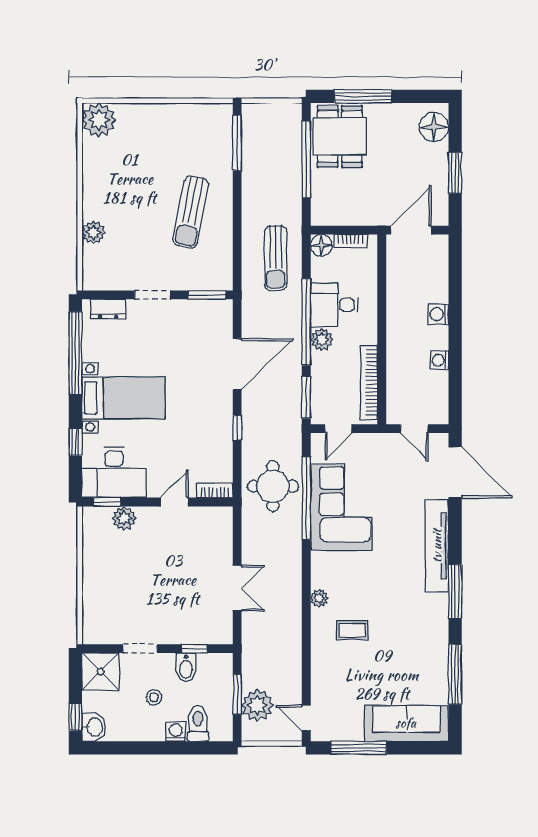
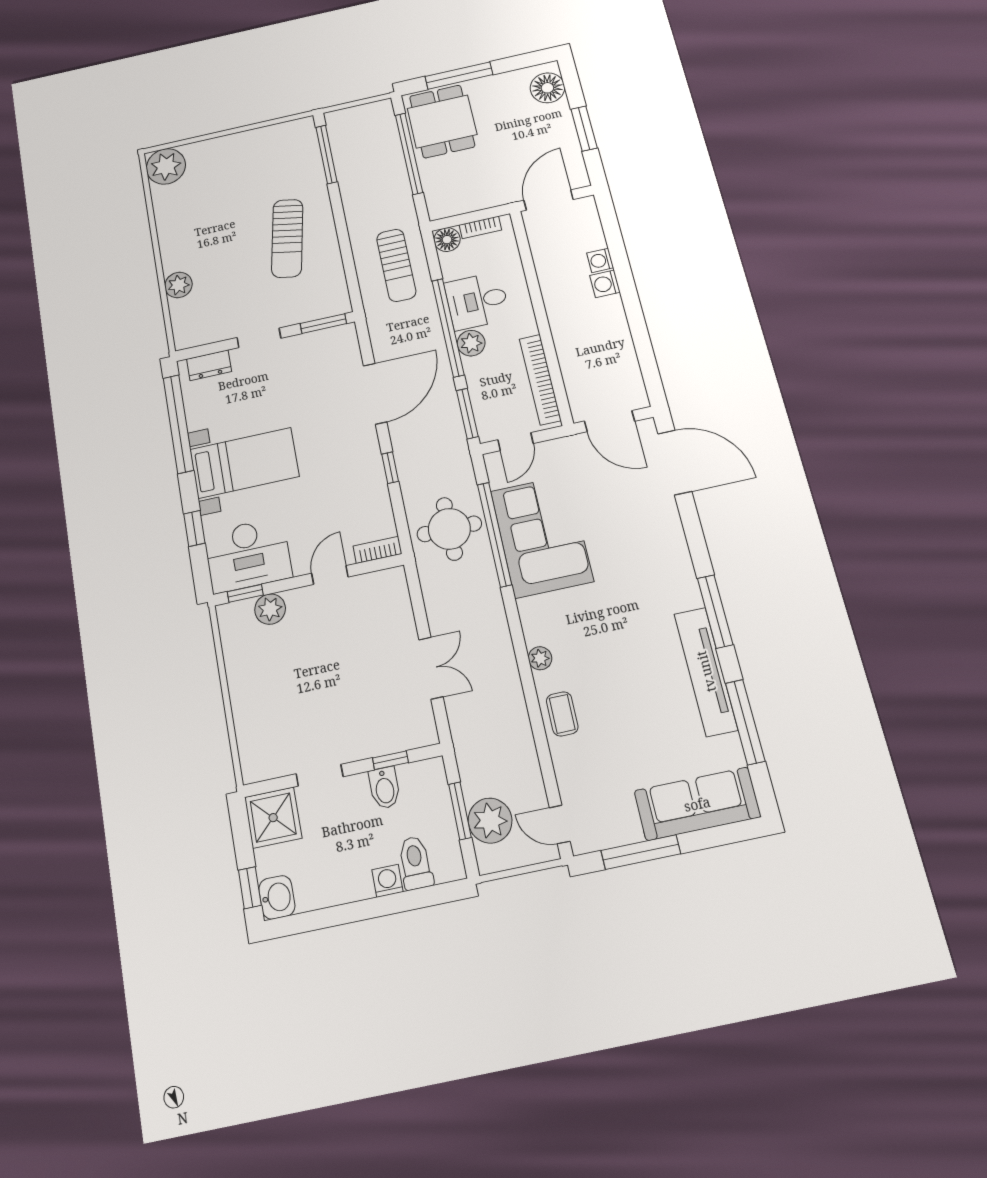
washing machine: (439, 360) -> (600, 260), moved
door: (414, 429) -> (609, 421), width x1.38
tv unit: (437, 546) -> (706, 671), moved
coffee table: (352, 630) -> (562, 714), moved, turned 90
stool: (154, 697) -> (350, 839), removed

